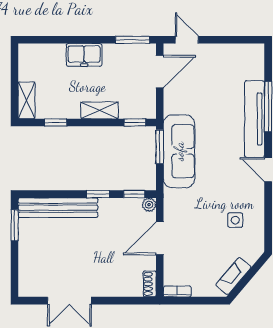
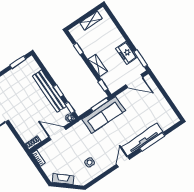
door: (187, 40) -> (157, 83), removed
freezer: (84, 55) -> (126, 53), moved
shelving: (27, 100) -> (91, 21), moved
bench: (58, 208) -> (49, 91), moved

